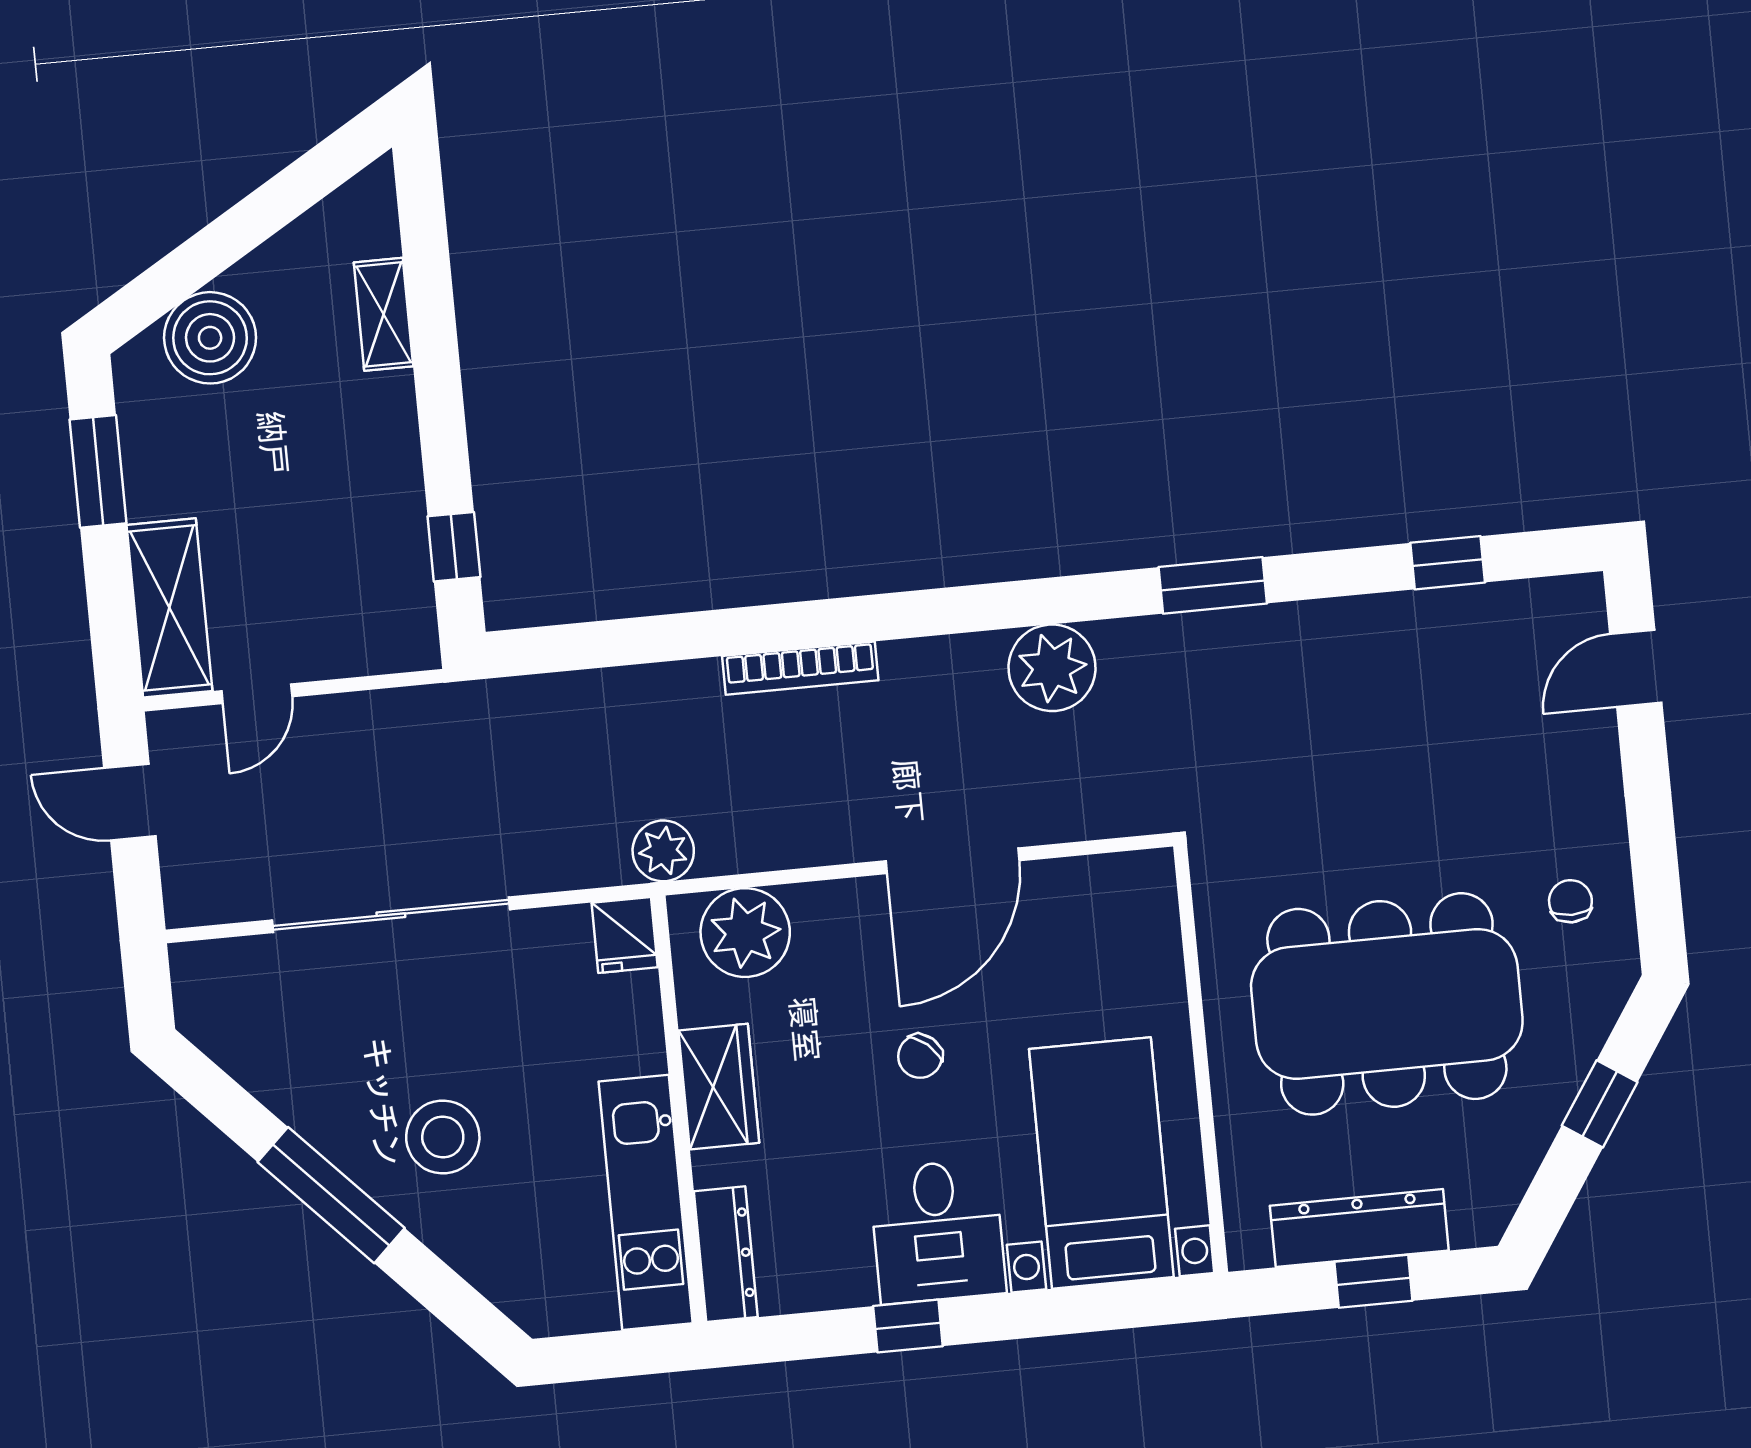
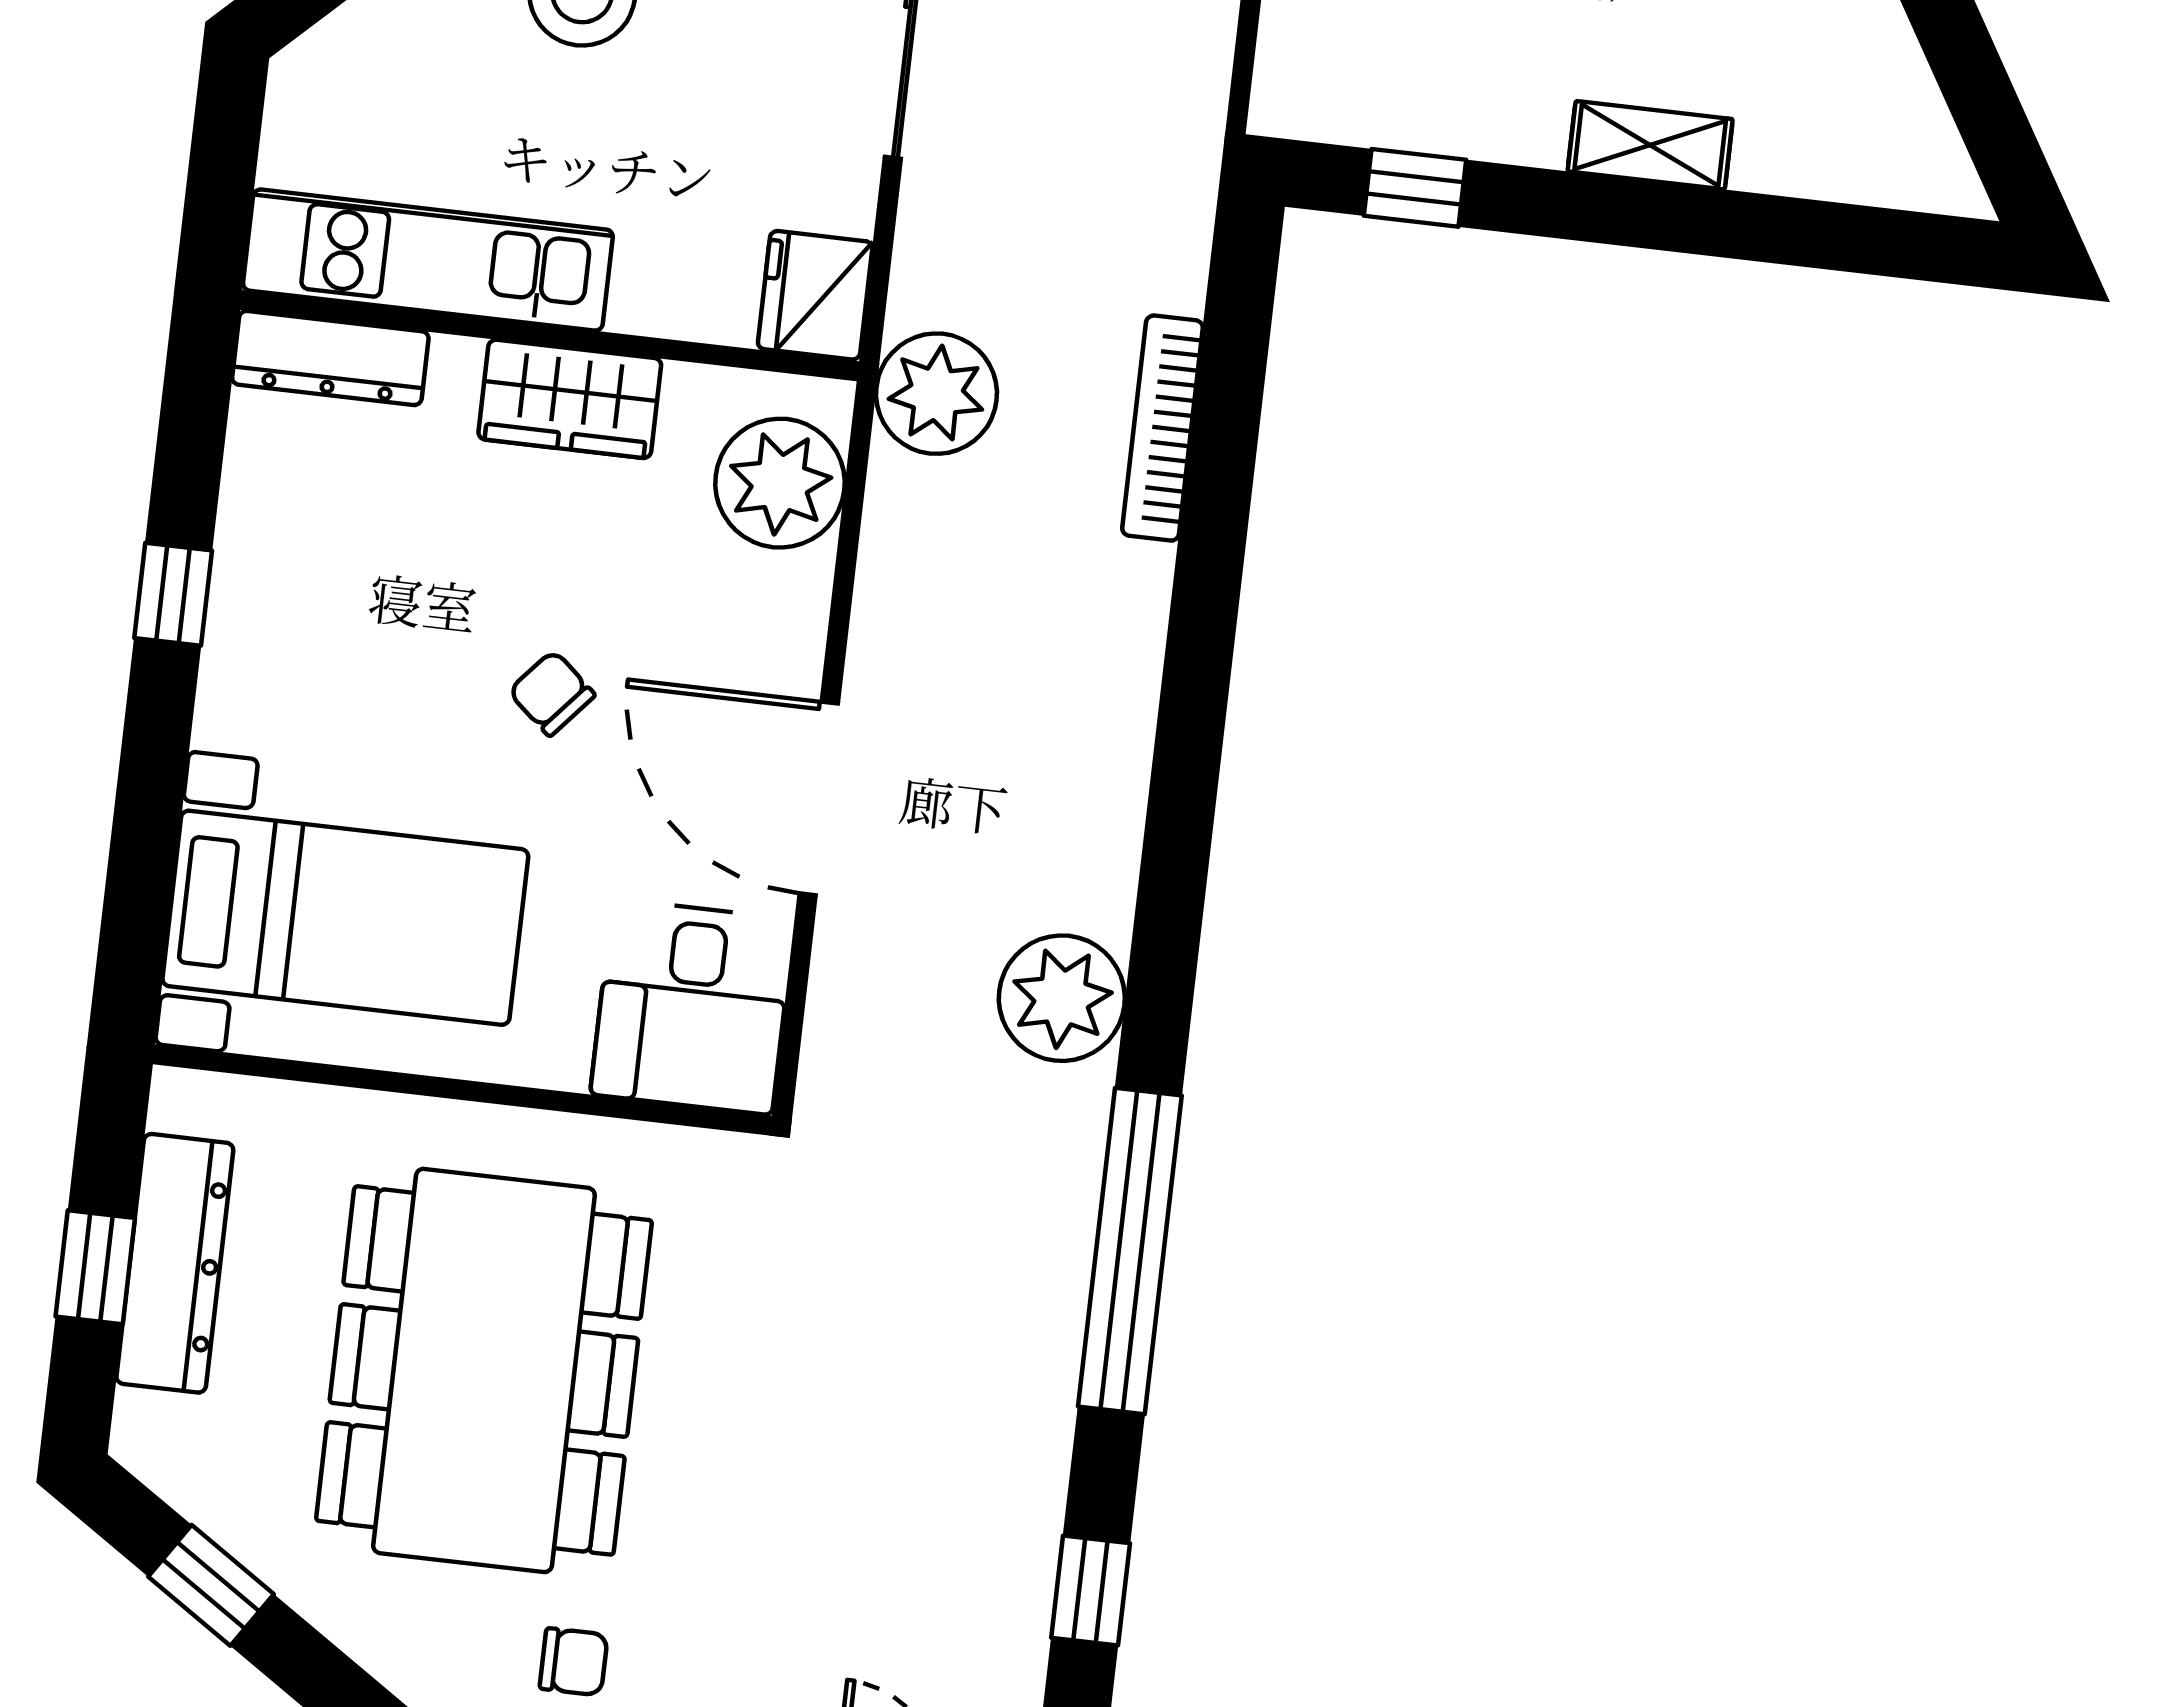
shelving: (384, 314) -> (1650, 145), moved
window: (1213, 585) -> (1130, 1251), width x2.11
bookcase: (800, 668) -> (1163, 428), moved
plant: (663, 851) -> (937, 394), width x1.36, depth x1.36
fridge: (625, 935) -> (815, 295), width x1.38
window: (1600, 1104) -> (211, 1585), moved
desk: (938, 1231) -> (692, 1007), moved, turned -90

